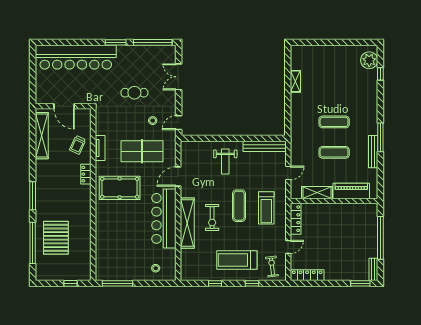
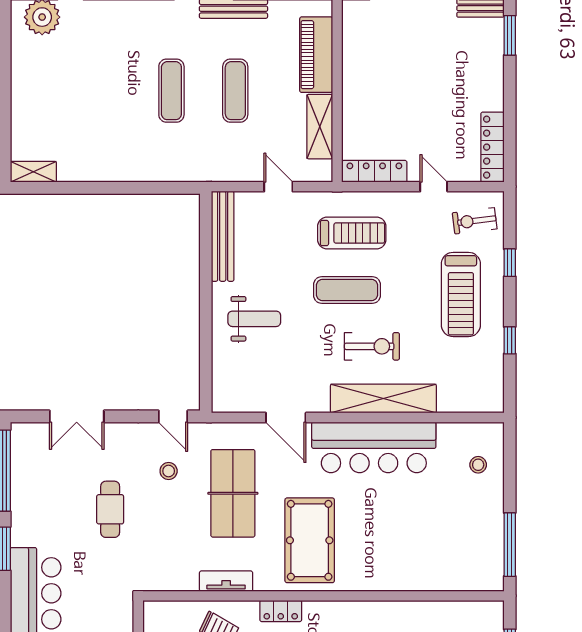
shelving: (295, 81) -> (33, 172), moved

